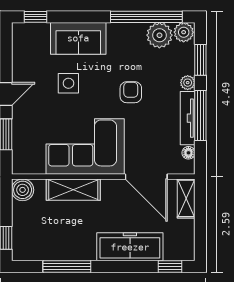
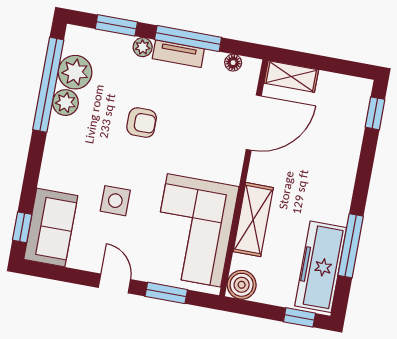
plant: (184, 32) -> (65, 103), moved
sofa: (78, 38) -> (51, 228), moved
armchair: (131, 92) -> (142, 123), turned 180
tv unit: (188, 118) -> (178, 54), width x0.71
corner sofa: (85, 147) -> (194, 230), moved
freezer: (130, 247) -> (321, 267), moved

